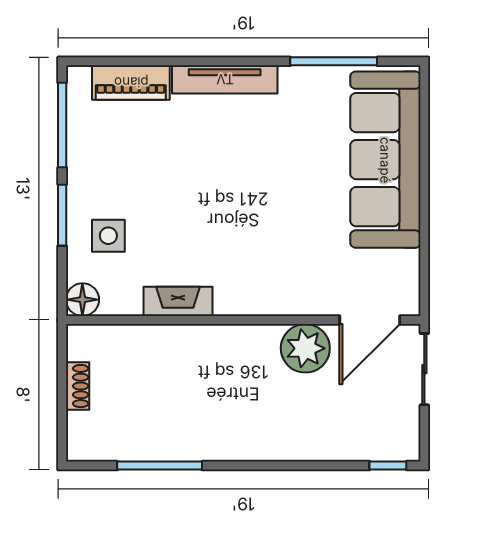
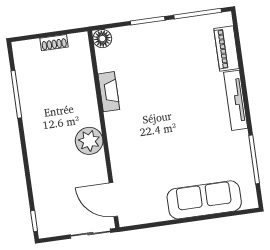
sofa: (385, 160) -> (204, 200), width x0.74, depth x0.79
side table: (108, 236) -> (140, 48), removed
plant: (305, 348) -> (89, 141), moved

